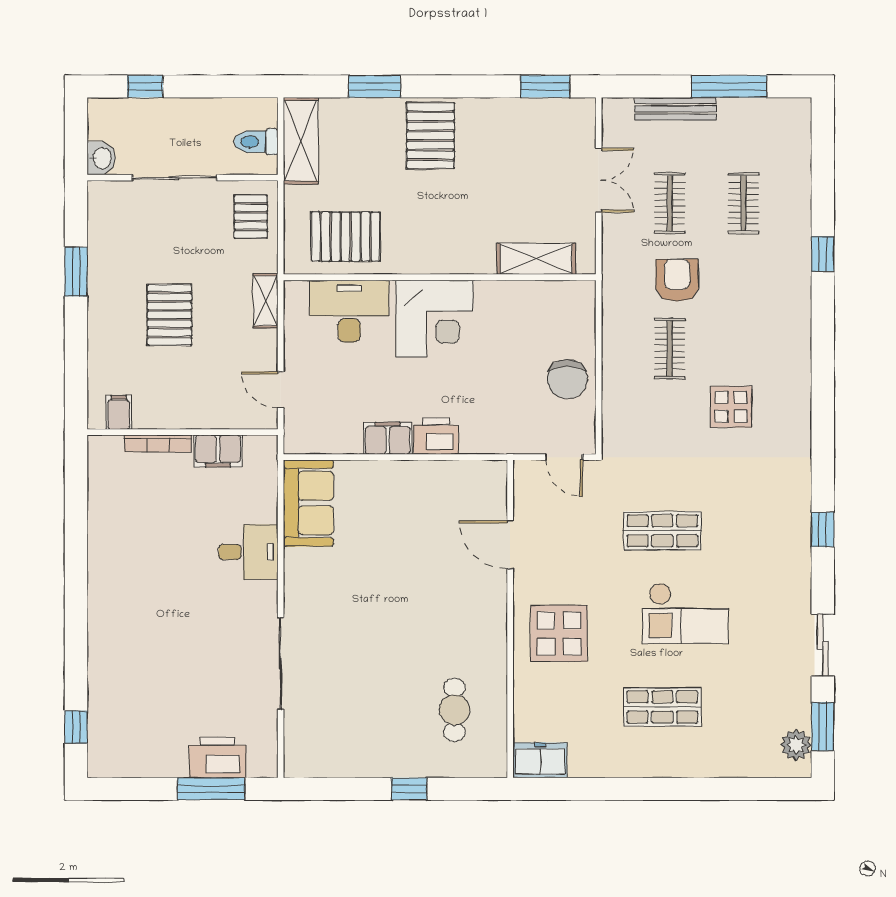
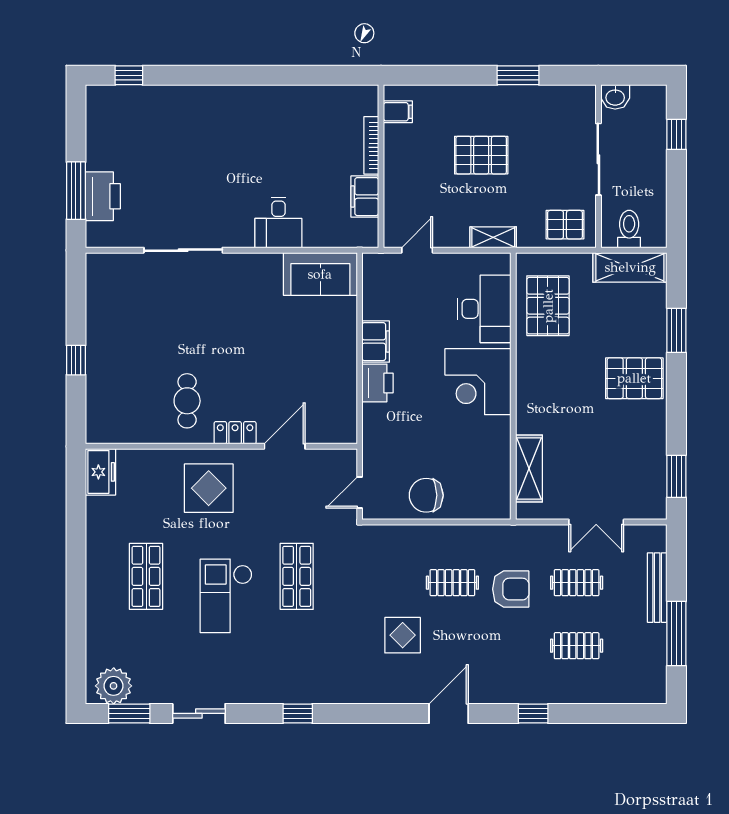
door: (823, 353) -> (449, 713), added
locker: (494, 603) -> (235, 433), added
cafe table: (454, 710) -> (187, 401), moved, turned 90
plant: (796, 745) -> (114, 686), width x1.36, depth x1.36

